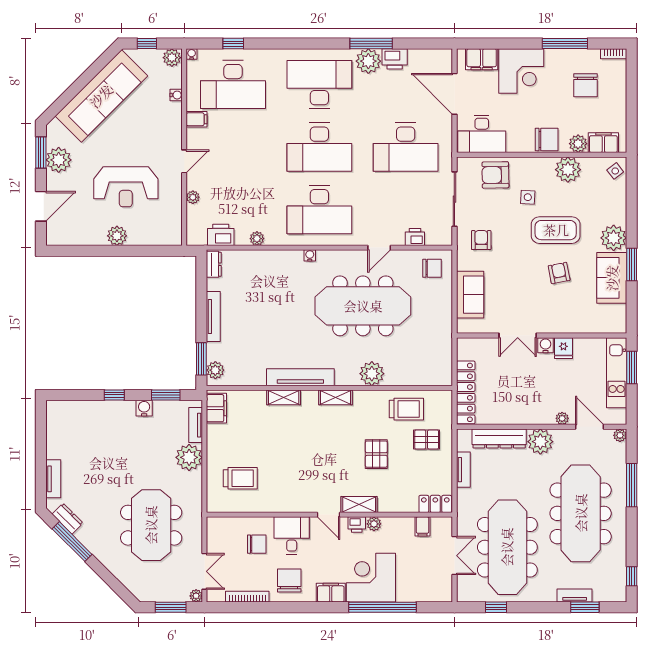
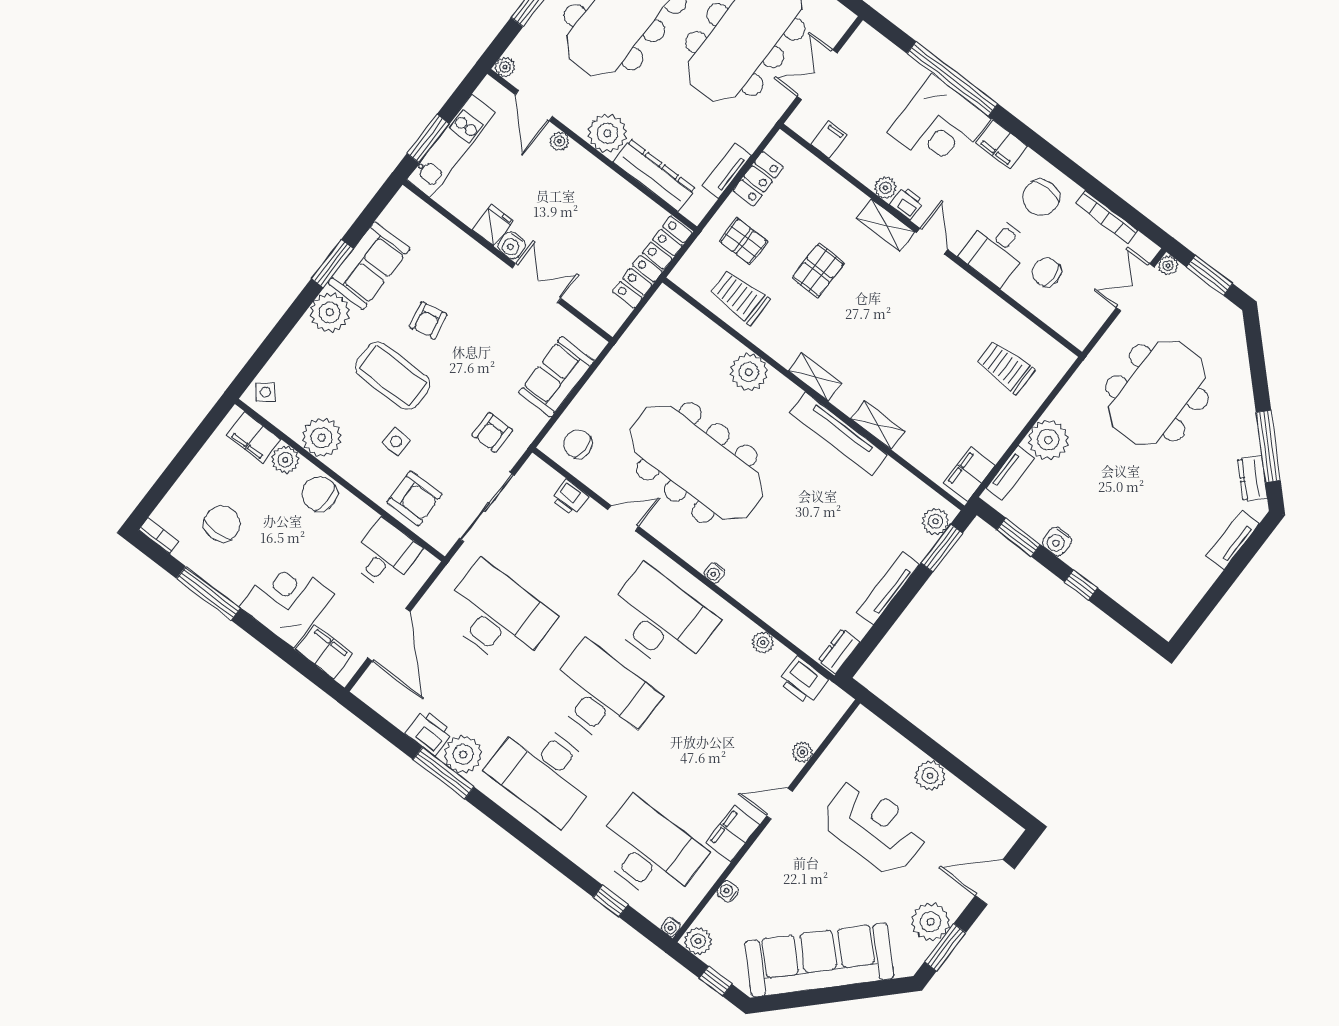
filing cabinet: (197, 119) -> (733, 834), width x2.00
desk: (482, 134) -> (385, 555), width x0.73
locker: (435, 504) -> (758, 179), moved, turned -90

